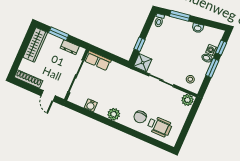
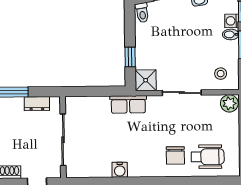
row of seats: (98, 61) -> (128, 104), moved
water cooler: (91, 105) -> (120, 170), moved
plant: (114, 114) -> (138, 168), removed

